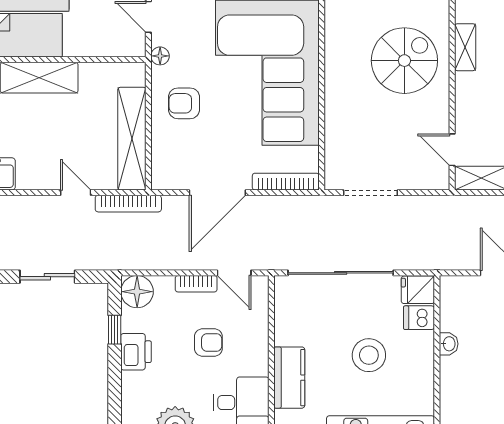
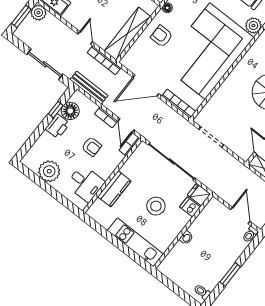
bench: (138, 260) -> (89, 88), added
sliding door: (47, 277) -> (45, 64), width x1.37
floor lamp: (137, 292) -> (70, 111), moved
bookcase: (261, 296) -> (129, 144), added
washbasin: (449, 344) -> (186, 238), moved

